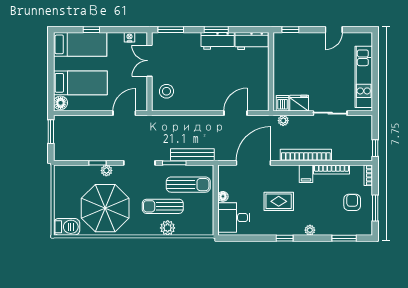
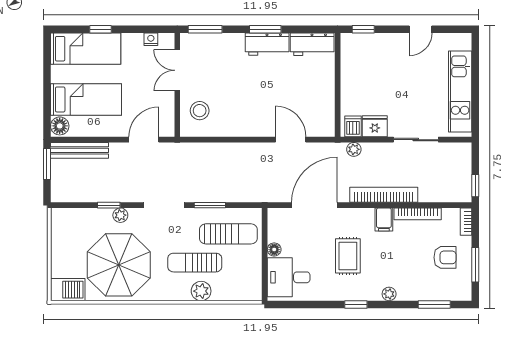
door: (235, 113) -> (291, 140), hinge flipped
bench: (192, 155) -> (79, 150), moved
rug: (279, 201) -> (348, 256), turned 90
armchair: (352, 202) -> (445, 257), turned 90

